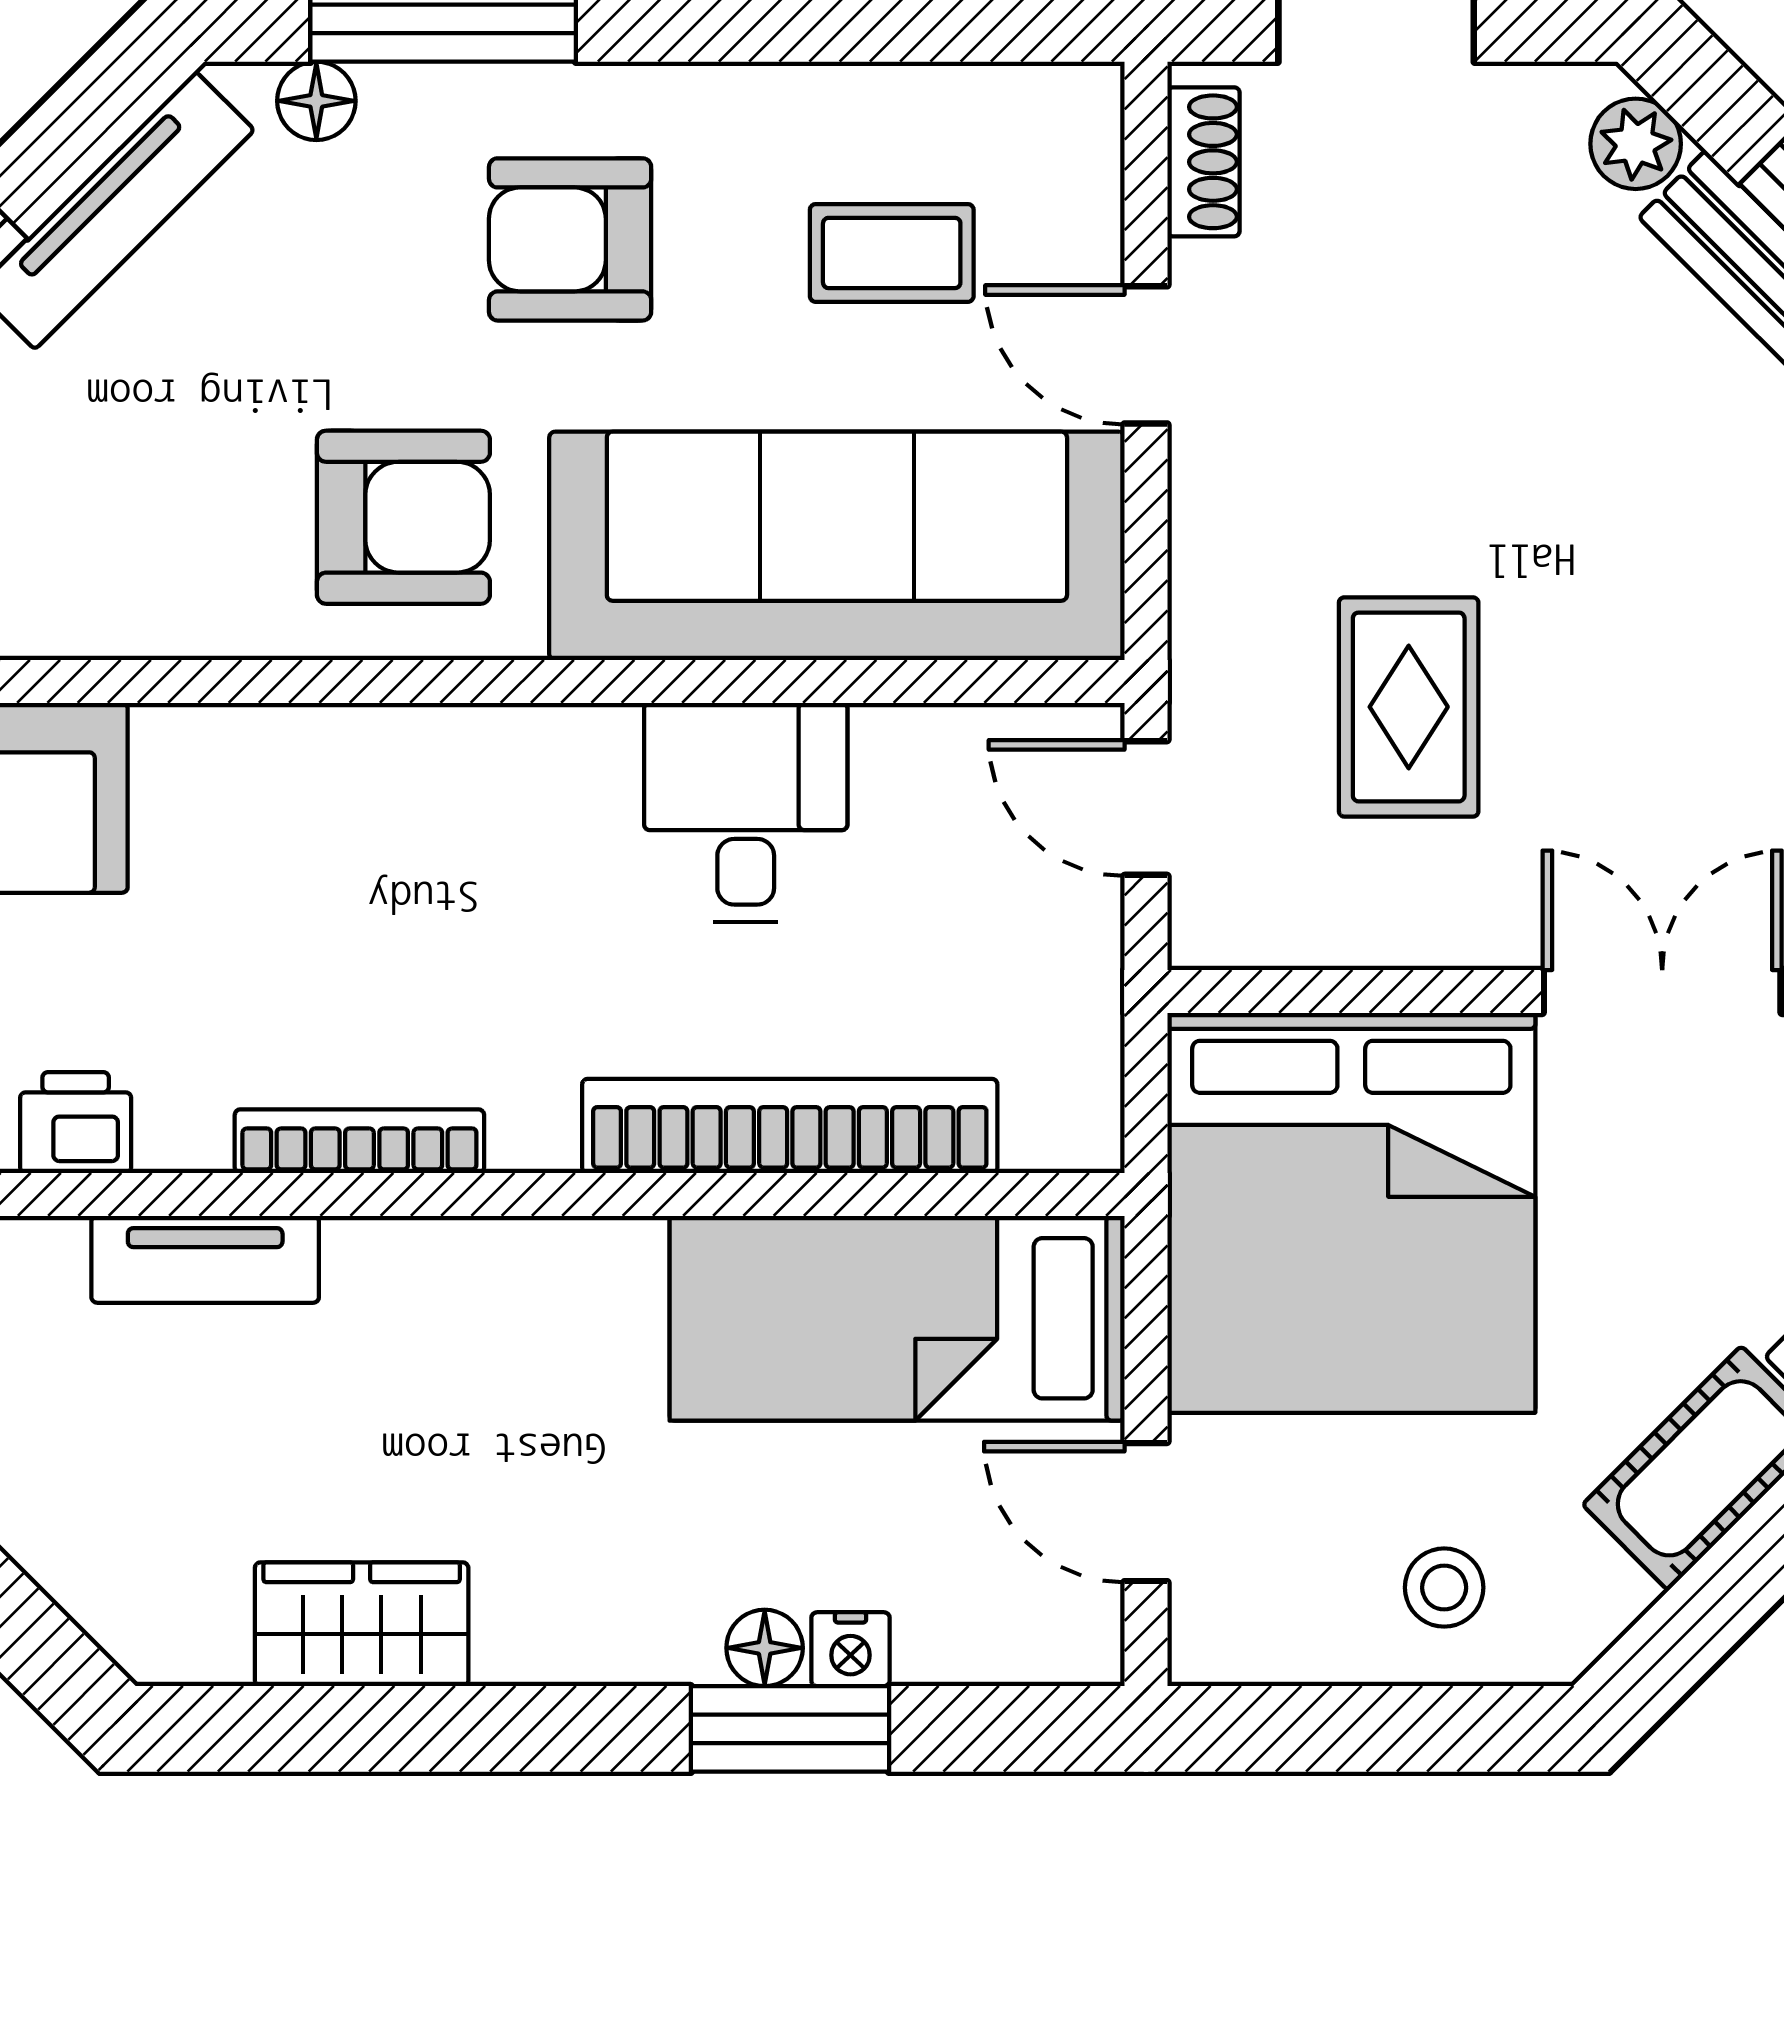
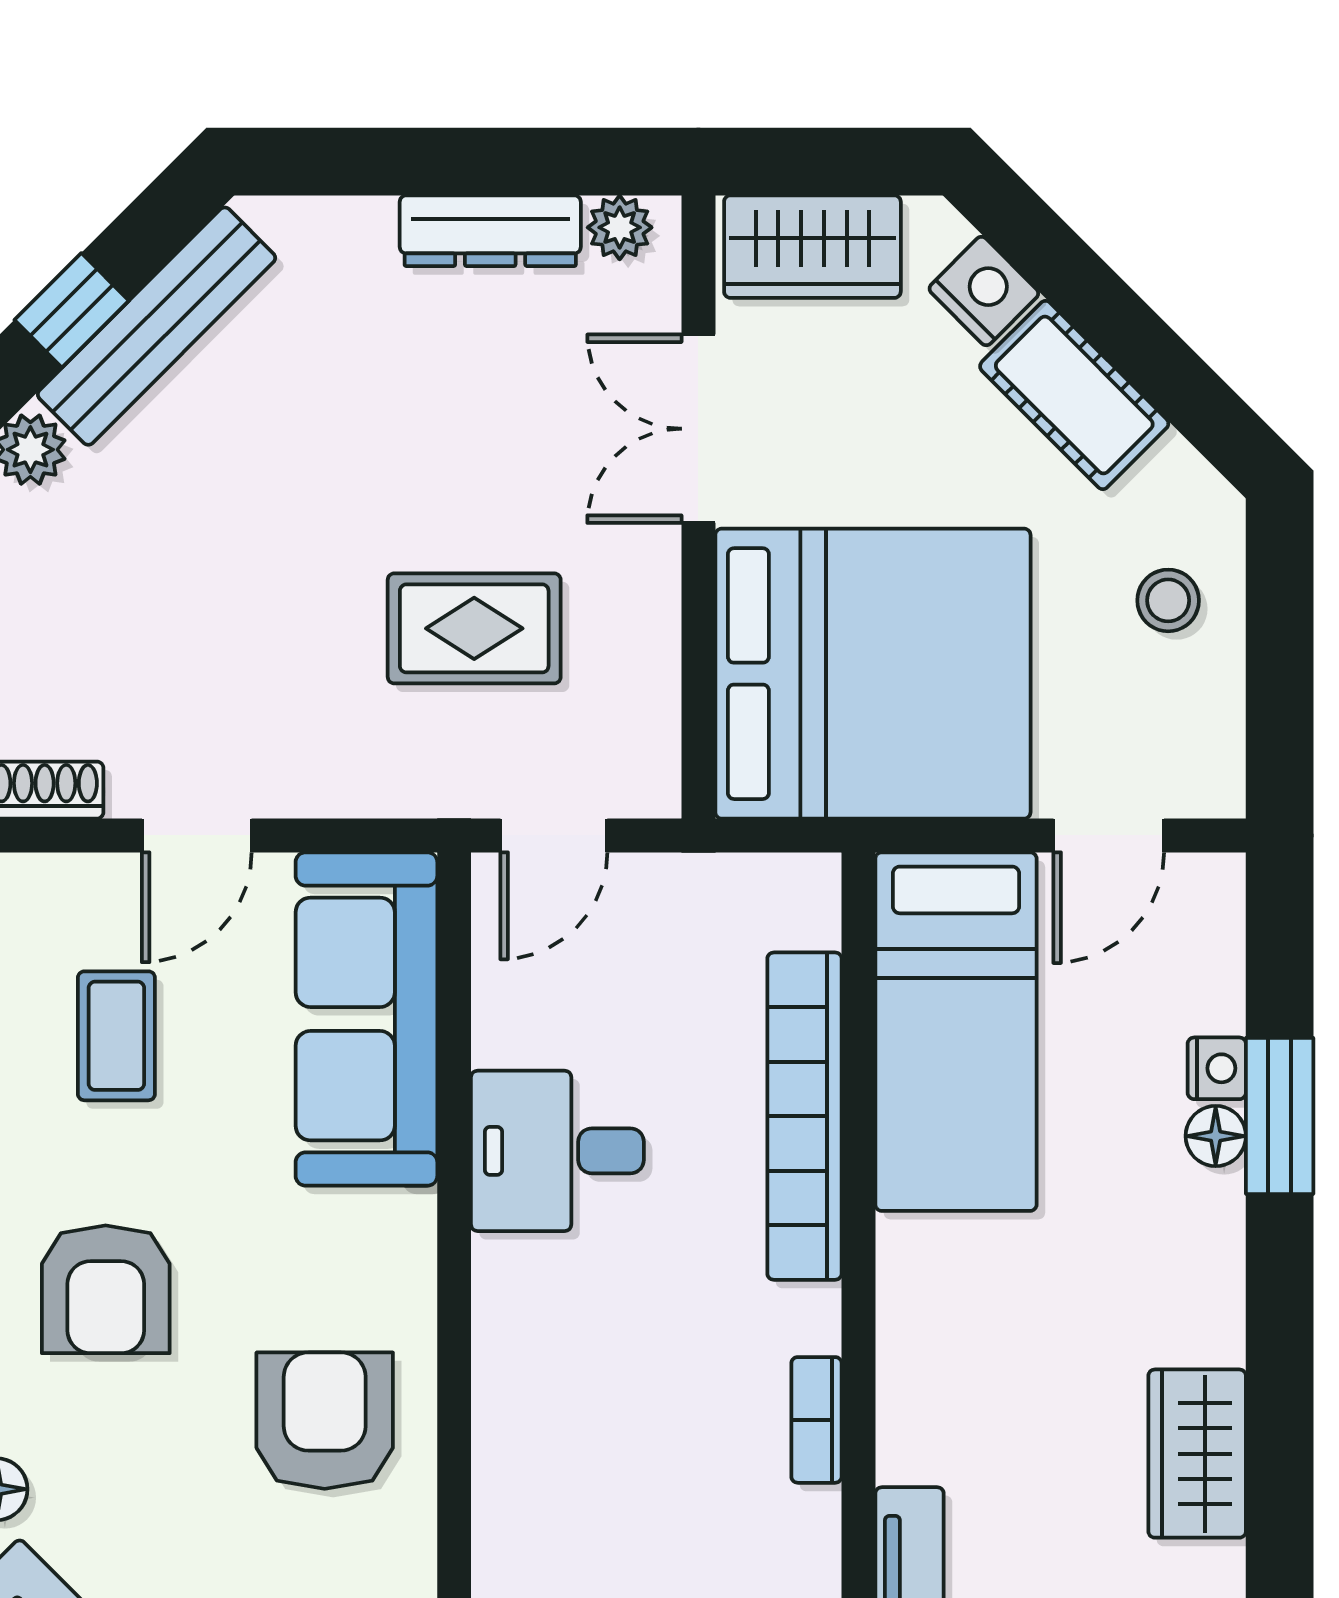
sofa: (837, 546) -> (366, 1019), width x0.74, depth x0.79
bookcase: (359, 1141) -> (816, 1420), width x0.64

